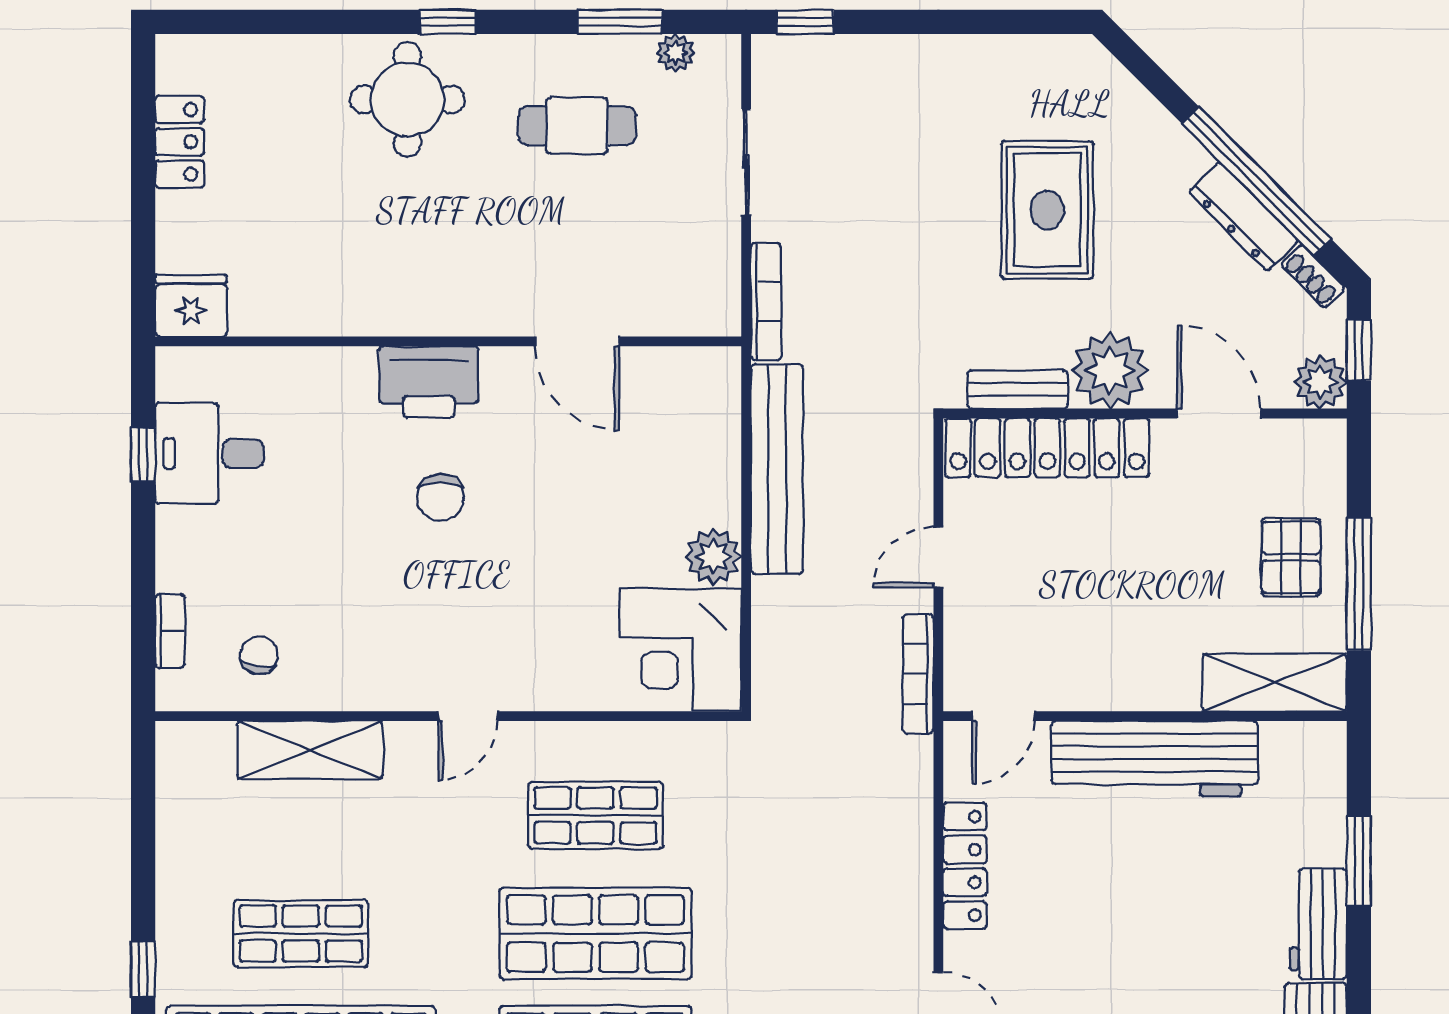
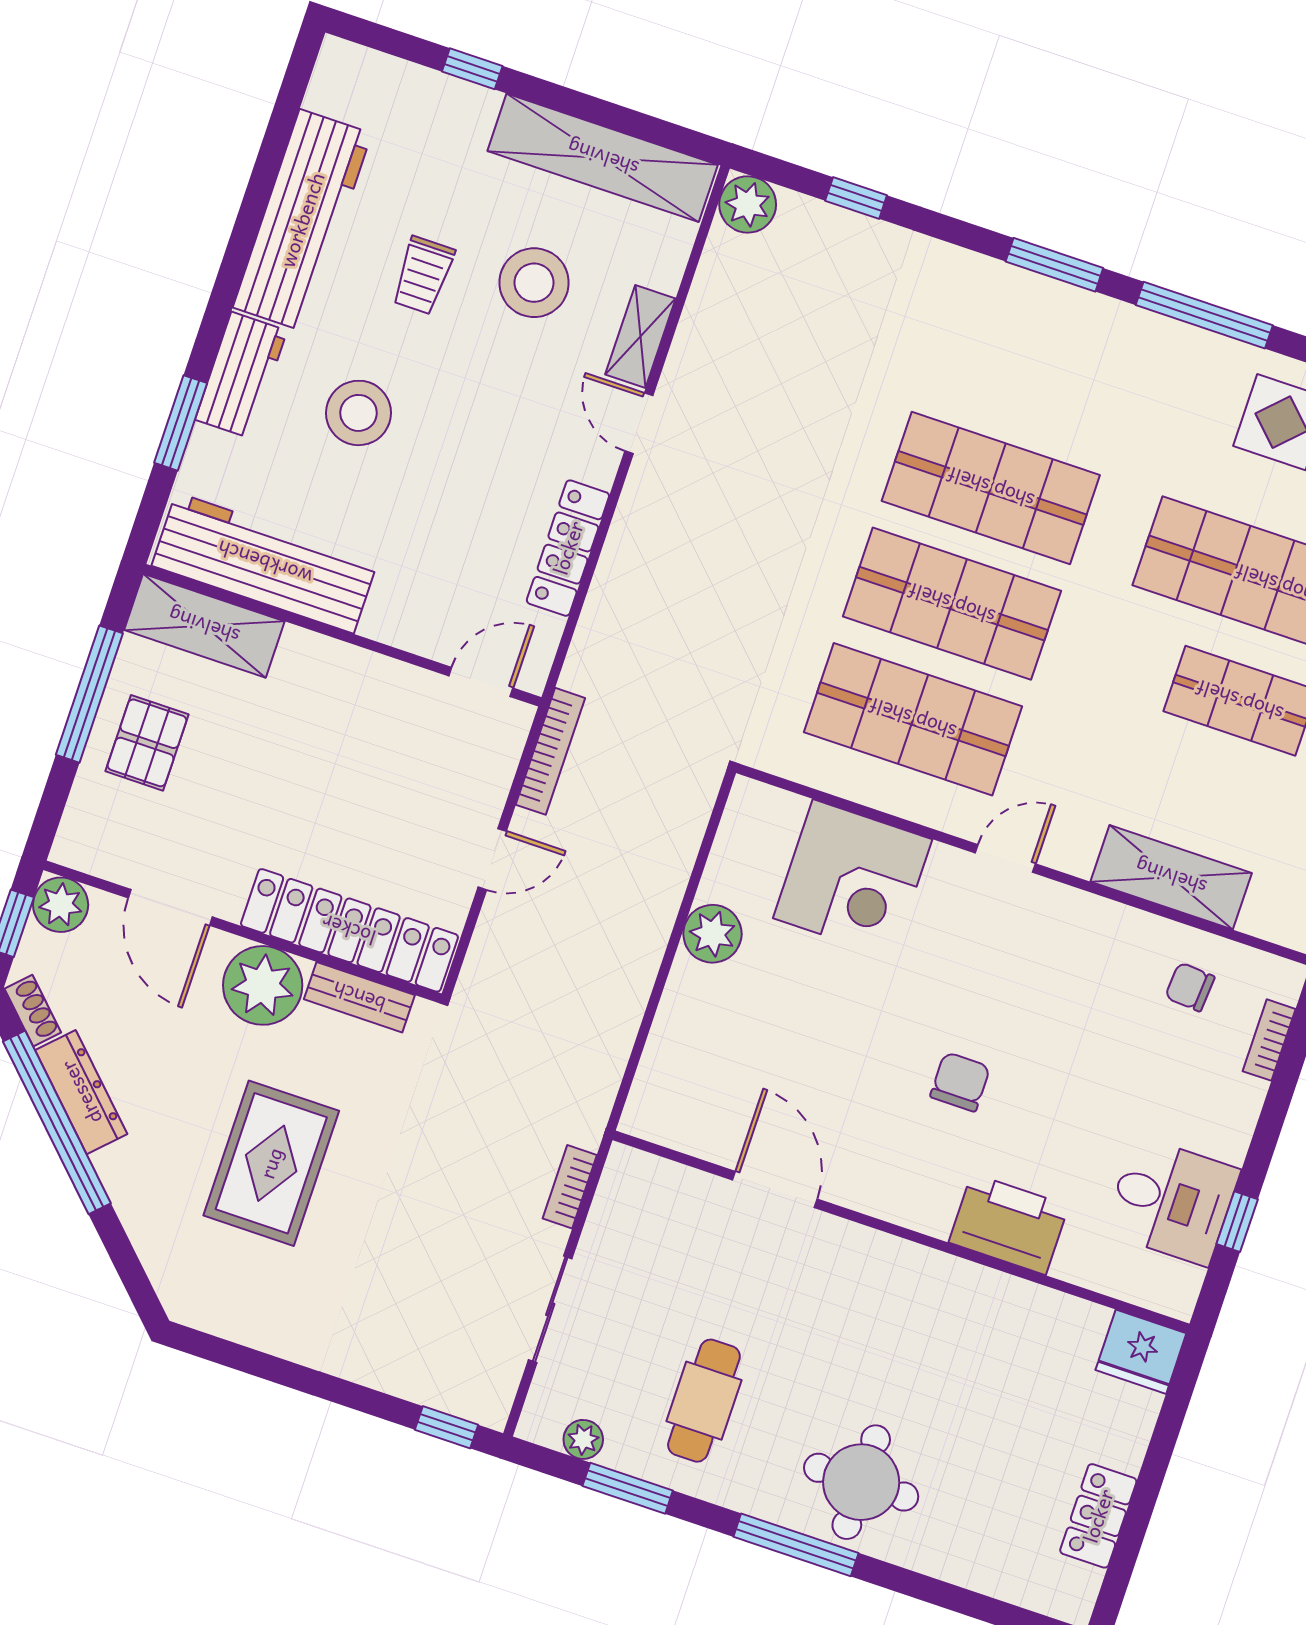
window: (448, 22) -> (796, 1545), width x2.17
cafe table: (577, 126) -> (704, 1401), turned 90
bookcase: (766, 302) -> (570, 1187), width x0.64
printer: (429, 382) -> (1009, 1224), moved
bench: (777, 469) -> (621, 999), removed
corner desk: (680, 650) -> (853, 879), moved, turned 90
chair: (259, 655) -> (1190, 987), turned 85
workbench: (1155, 759) -> (265, 563), moved
shop shelf: (595, 815) -> (913, 719), width x1.43, depth x1.36
stool: (1199, 925) -> (359, 413), added

